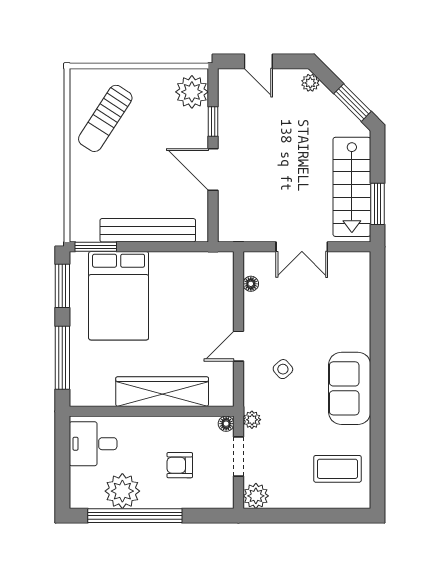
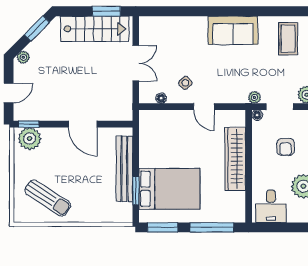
window: (213, 121) -> (29, 124), moved
door: (213, 169) -> (83, 124), hinge flipped
window: (96, 247) -> (136, 190), moved
side table: (283, 369) -> (185, 83), moved

